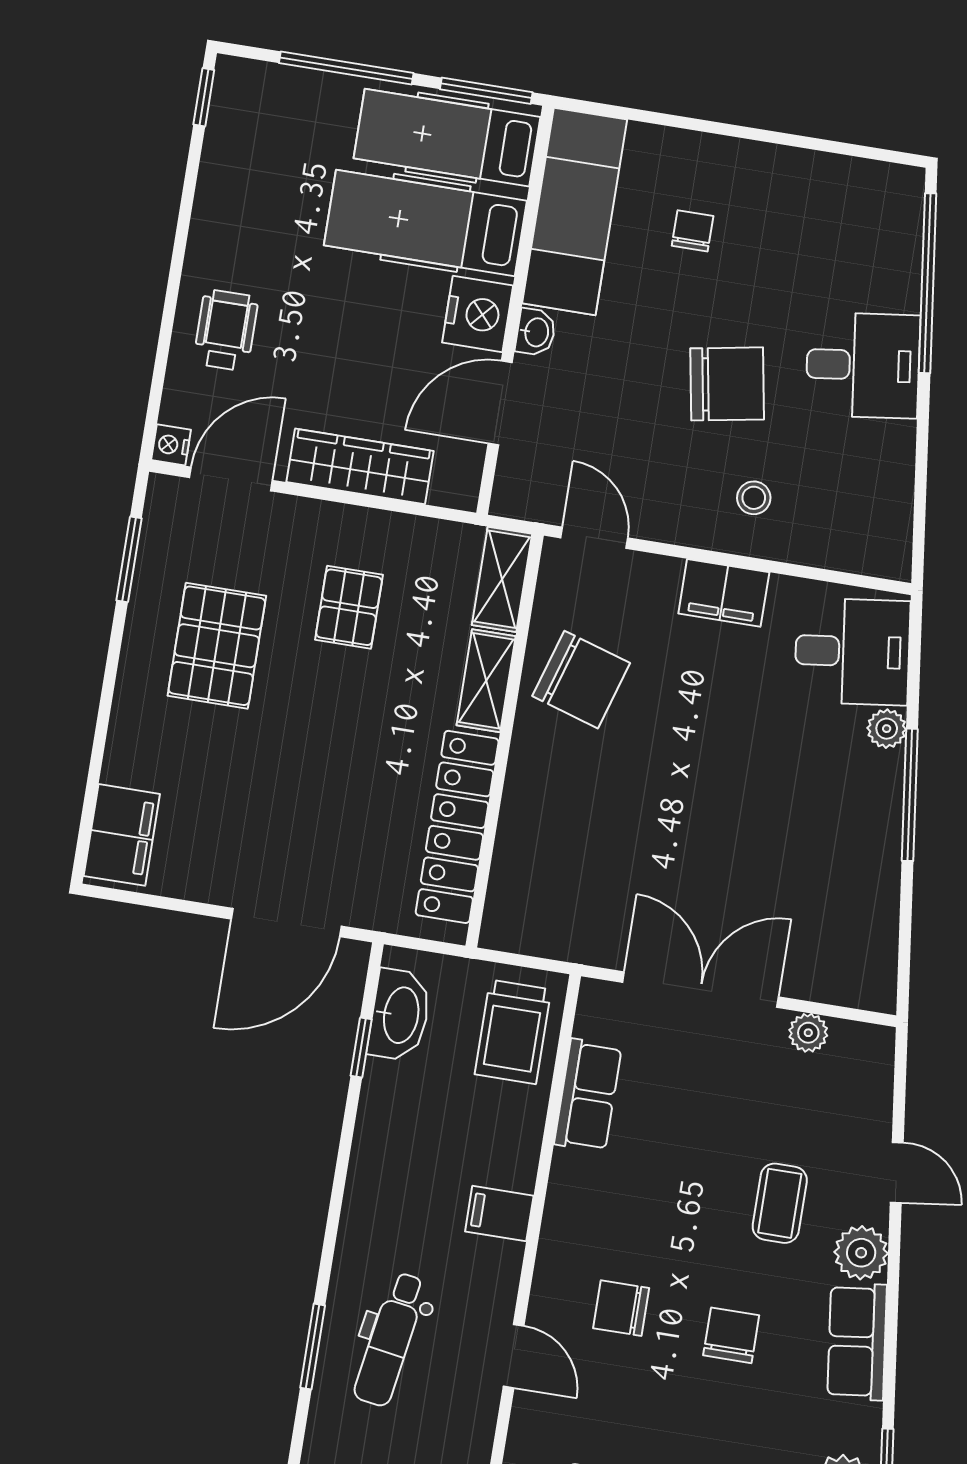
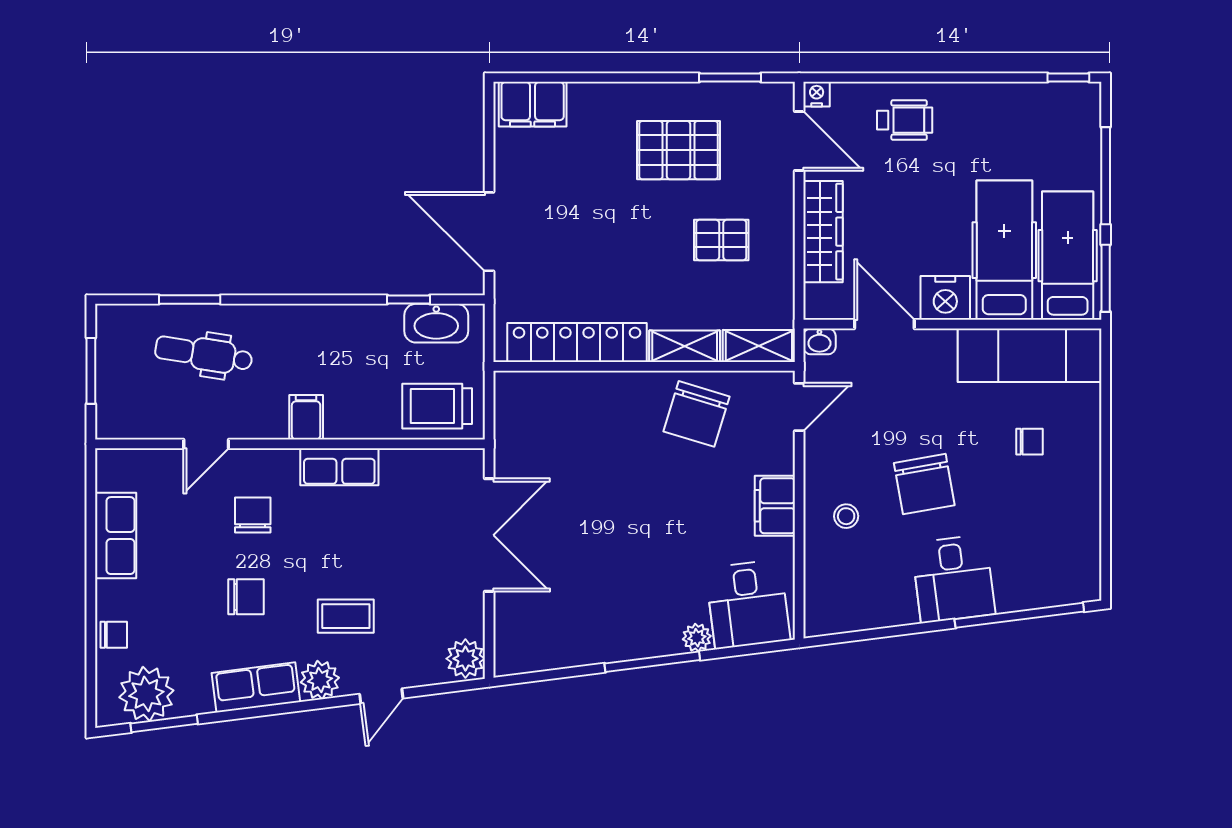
washbasin: (536, 332) -> (819, 341), moved
plant: (808, 1033) -> (465, 659), moved, width x1.38, depth x1.38
row of seats: (588, 1095) -> (339, 467), moved

